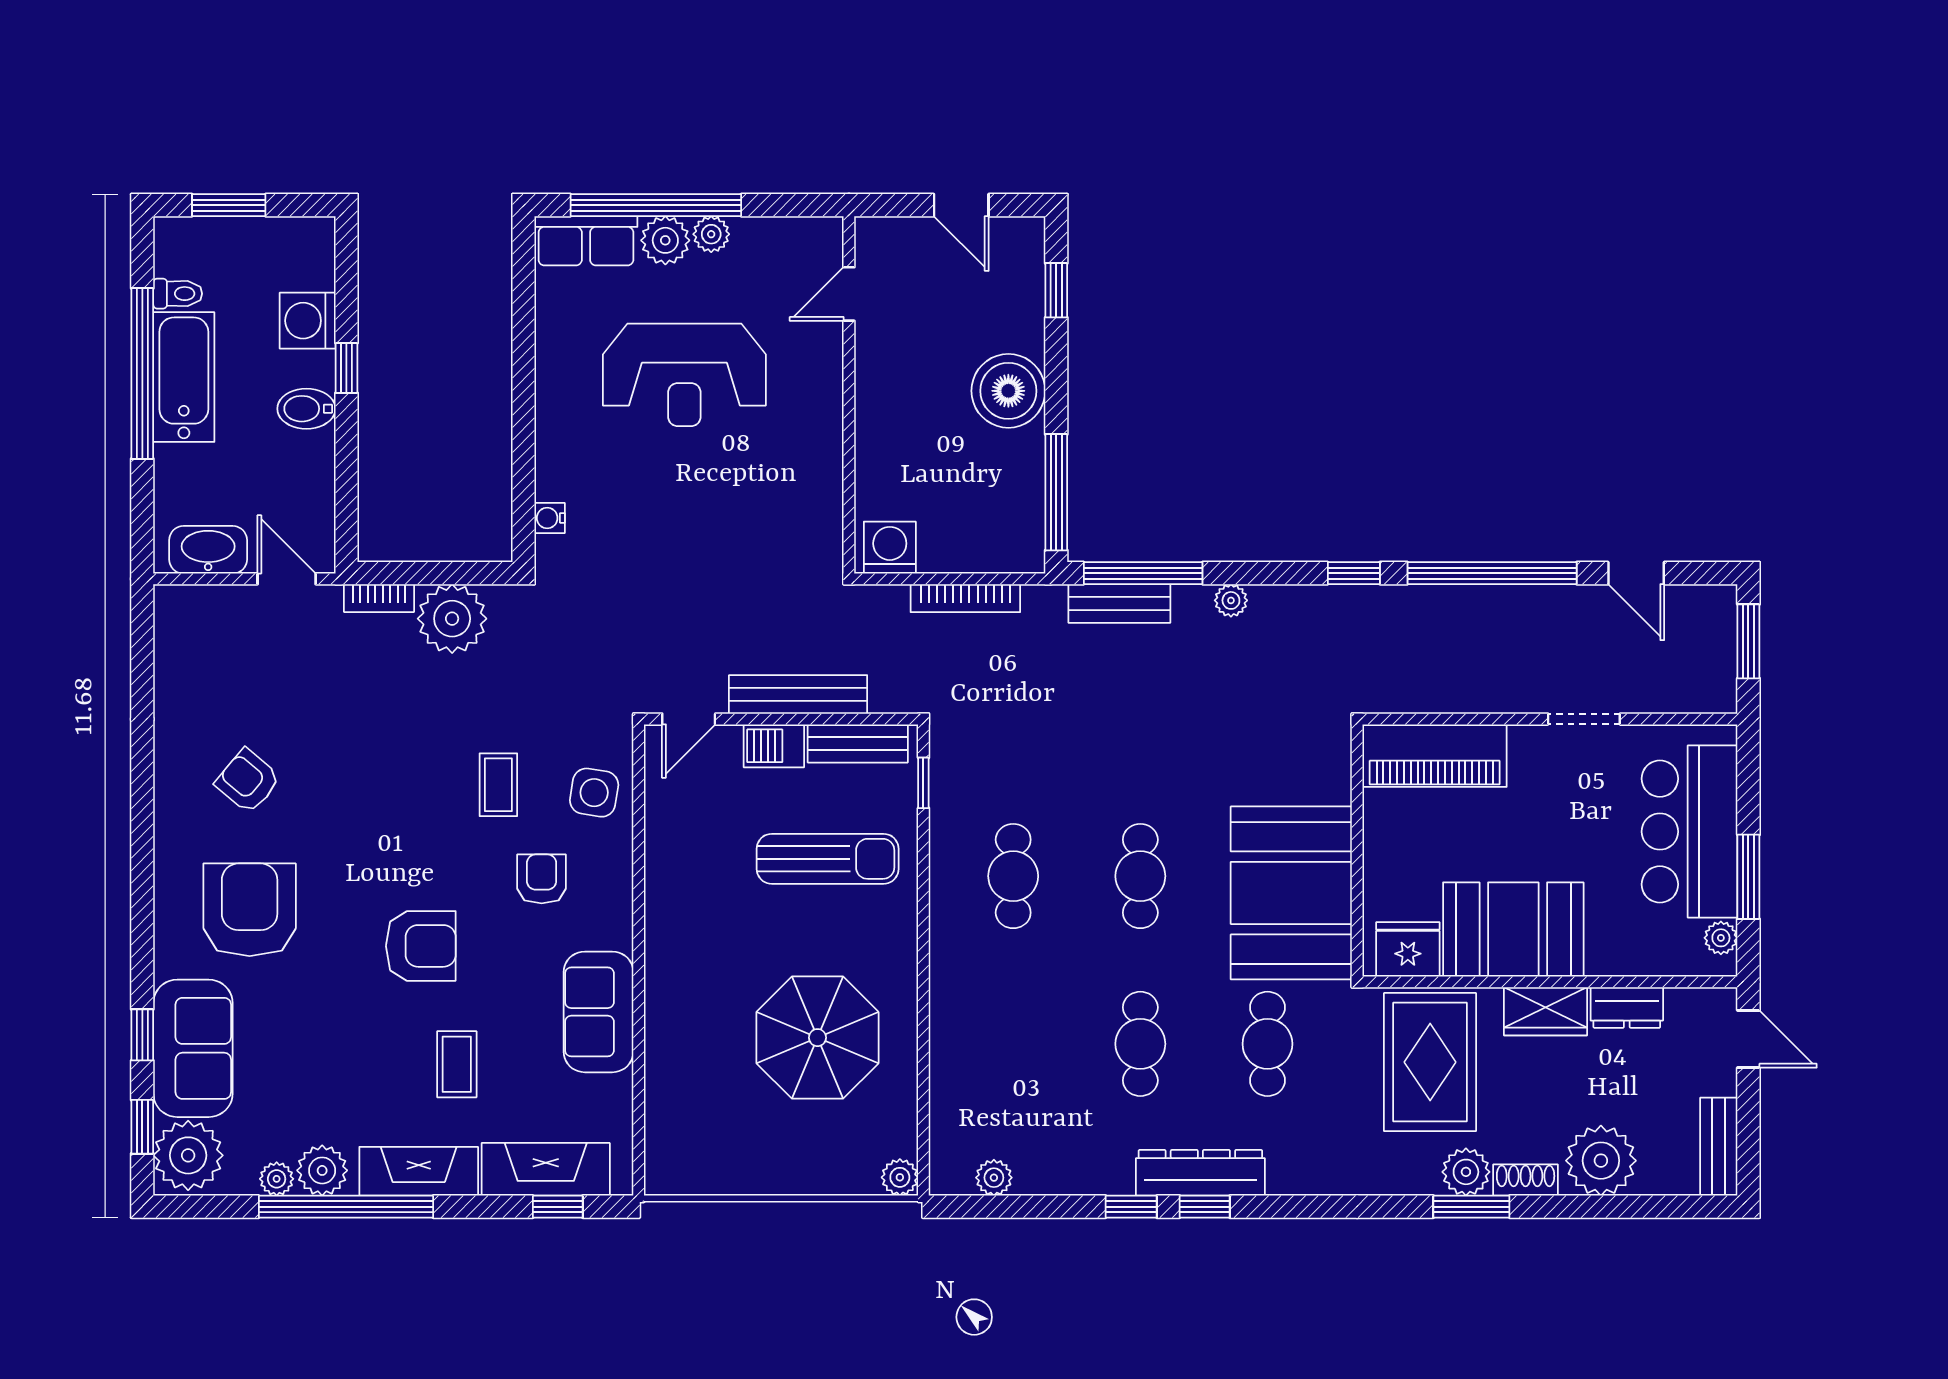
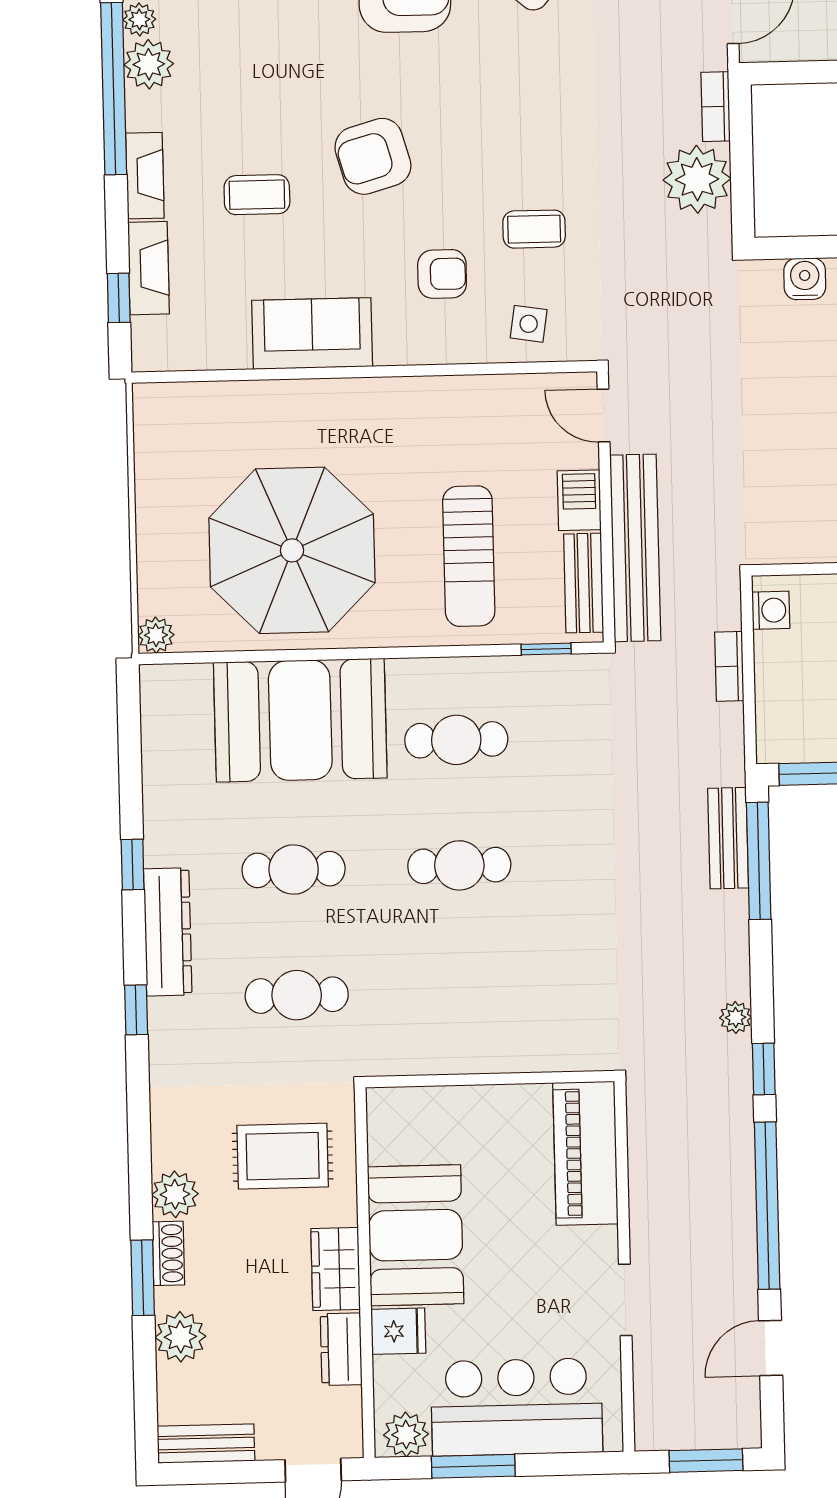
water cooler: (550, 518) -> (805, 279), width x1.38, depth x1.38
washing machine: (890, 548) -> (771, 610), width x0.73, depth x0.73
bookcase: (965, 598) -> (729, 666), width x0.64
plant: (1231, 600) -> (736, 1017), moved
bench: (798, 694) -> (635, 548), width x1.37, depth x1.21
side table: (594, 793) -> (529, 324), width x0.73, depth x0.73
booth: (1291, 893) -> (300, 720), moved
plant: (1721, 938) -> (406, 1435), width x1.38, depth x1.38
armchair: (421, 946) -> (373, 156), turned 74
fridge: (1408, 949) -> (398, 1331), moved, width x0.72
parasol: (817, 1038) -> (292, 550), width x1.36, depth x1.36
rug: (1430, 1062) -> (283, 1156), width x0.73, depth x0.70
plant: (1601, 1161) -> (180, 1337), width x0.73, depth x0.73
fireplace: (546, 1169) -> (149, 268), width x0.73, depth x0.76
fireplace: (419, 1171) -> (145, 176), width x0.73, depth x0.76
plant: (994, 1178) -> (158, 728), removed
window: (1205, 1207) -> (136, 1010), moved
window: (1471, 1207) -> (143, 1278), moved

